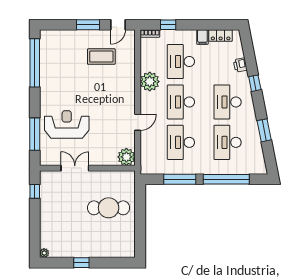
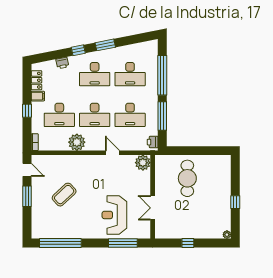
window: (168, 25) -> (27, 111), moved
coffee table: (101, 57) -> (64, 195), moved, turned 47
window: (264, 130) -> (105, 45), moved
printer: (150, 168) -> (153, 142), added
window: (35, 191) -> (188, 243), moved

